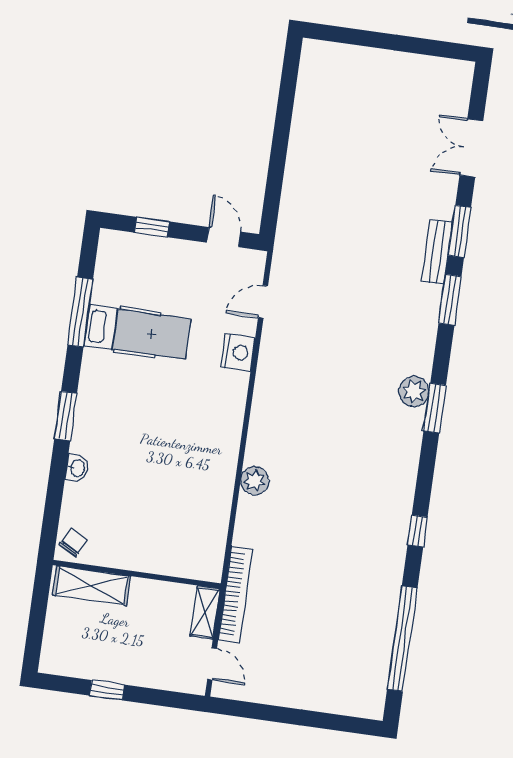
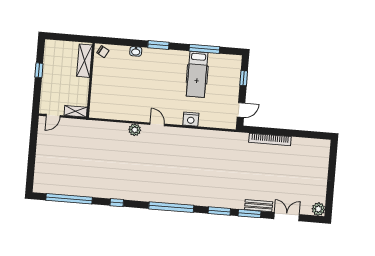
bench: (437, 252) -> (259, 206), moved
door: (263, 302) -> (157, 124), moved
plant: (414, 391) -> (318, 209), moved
window: (435, 408) -> (171, 207), width x2.11
bookcase: (235, 594) -> (270, 139), moved

